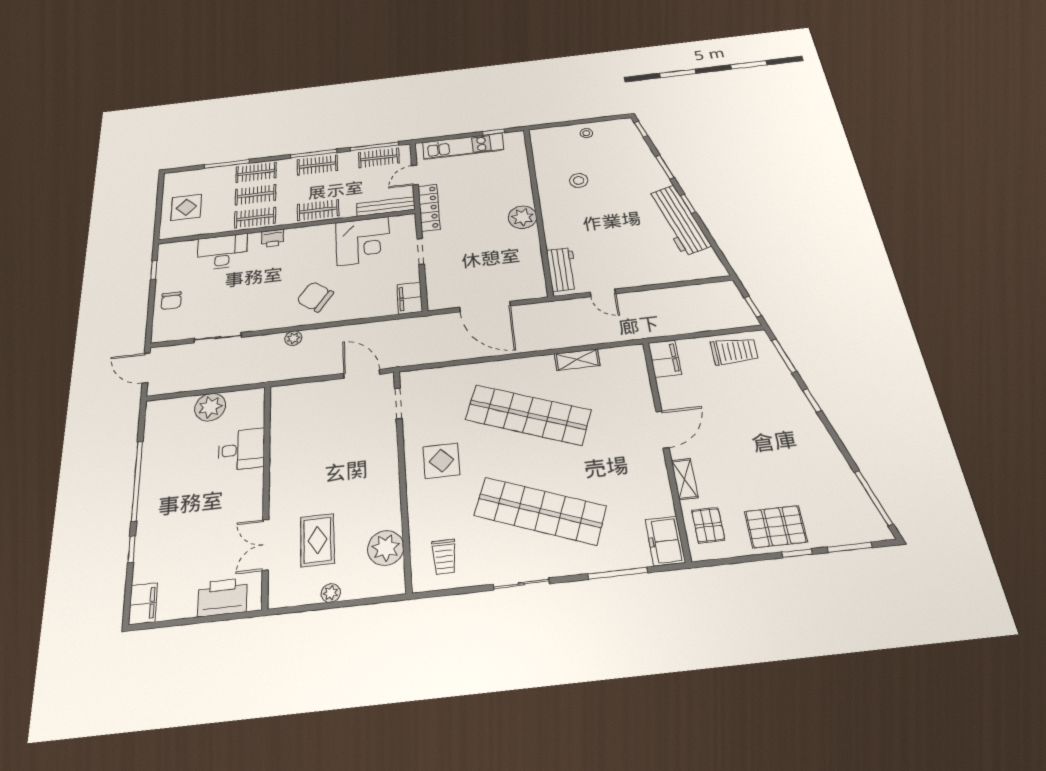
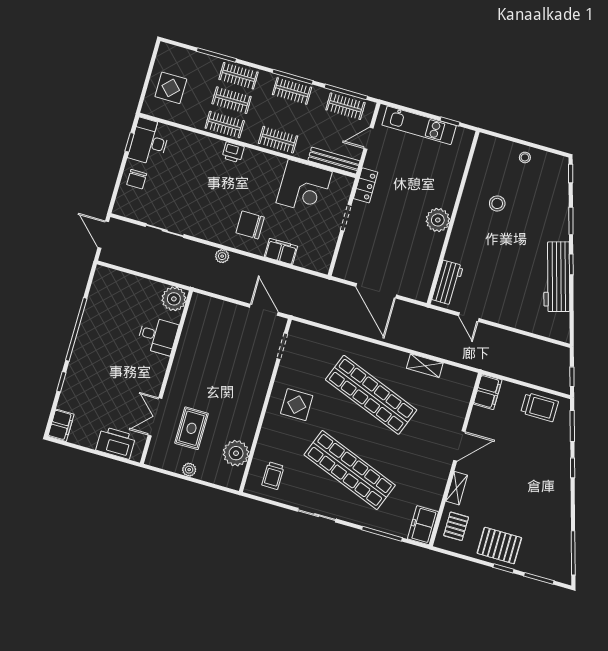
locker: (429, 208) -> (366, 185), width x0.66
desk: (222, 252) -> (149, 142), moved, turned -90
chair: (315, 297) -> (250, 225), turned -37
filing cabinet: (410, 298) -> (281, 251), moved, turned 90
plant: (210, 407) -> (174, 299), moved

